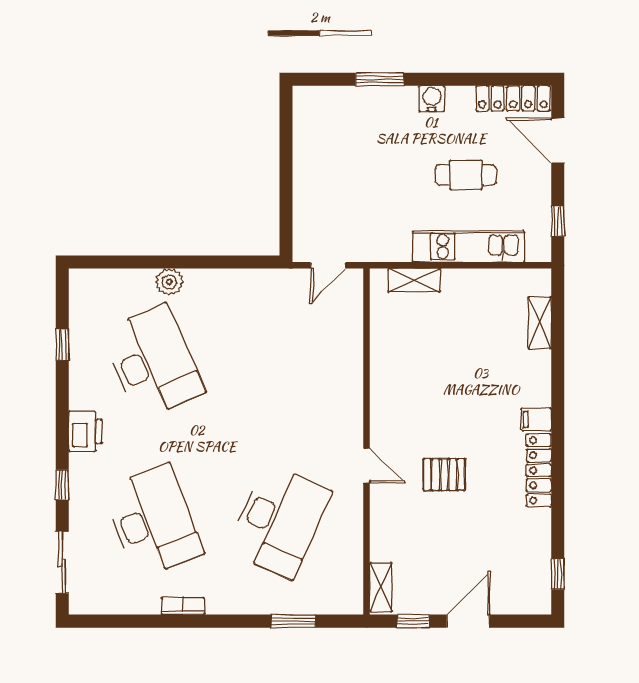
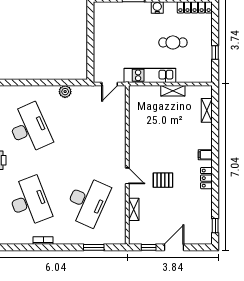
door: (558, 140) -> (215, 27), removed
window: (558, 221) -> (215, 53), moved
kitchen unit: (469, 246) -> (150, 75), moved
shelving: (414, 280) -> (173, 91), moved
plant: (169, 282) -> (65, 92), moved
locker: (539, 470) -> (206, 178), width x0.66
shelving: (381, 587) -> (134, 209), moved

